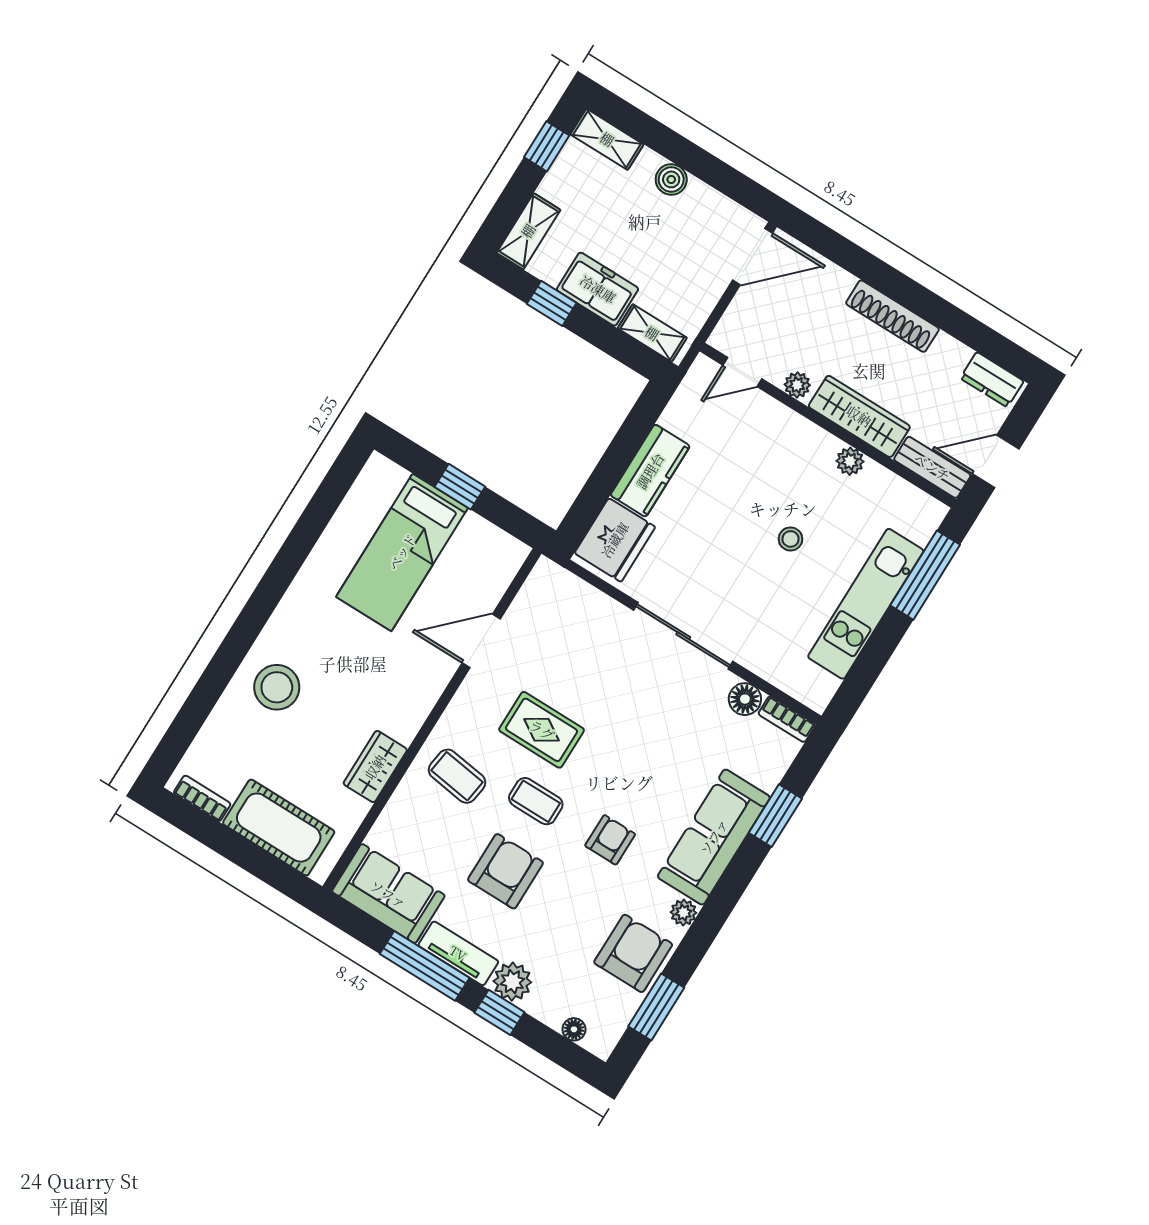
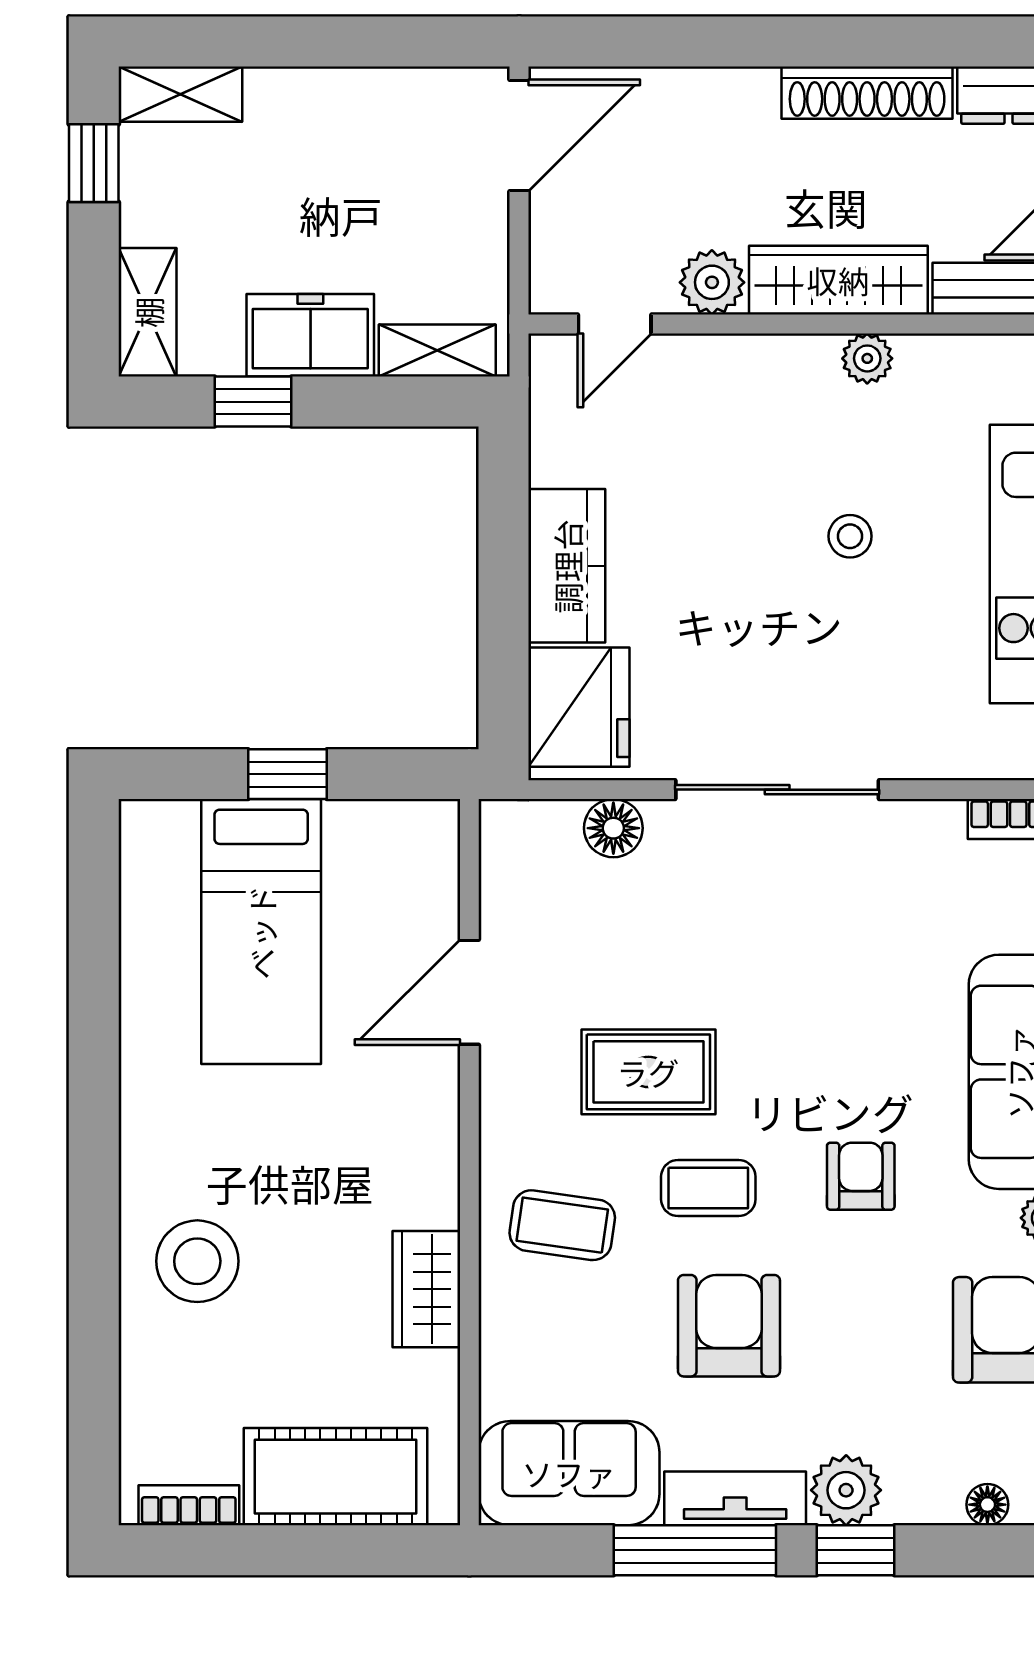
boiler: (671, 179) -> (319, 94), removed
shoe rack: (892, 316) -> (867, 93), moved
plant: (797, 385) -> (712, 282), width x1.38, depth x1.38
floor lamp: (745, 699) -> (613, 828), moved

